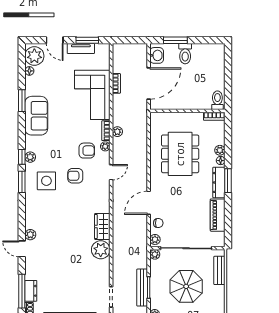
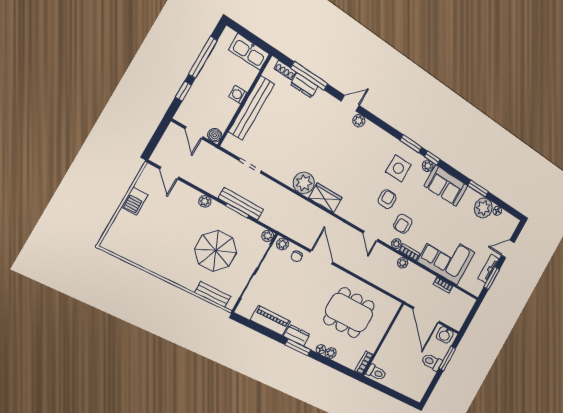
plant: (34, 56) -> (483, 208), moved
sofa: (36, 116) -> (446, 186), moved
dresser: (219, 182) -> (297, 335), width x0.70

